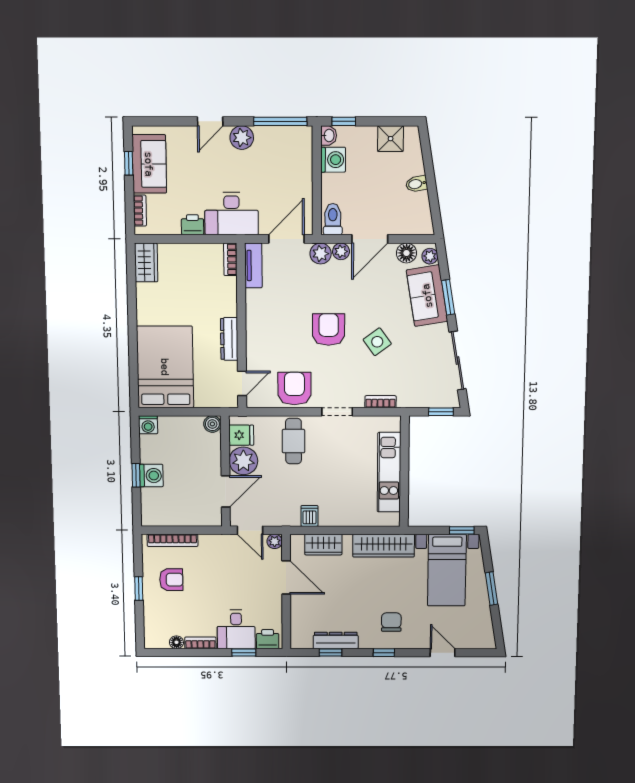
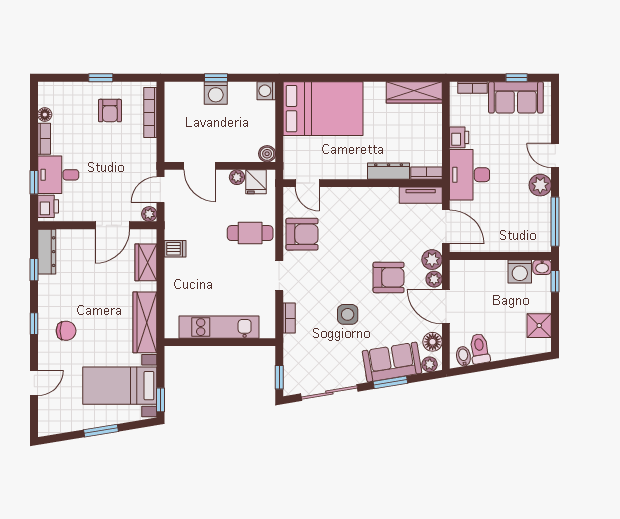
bidet: (417, 184) -> (463, 356), moved
toilet: (333, 219) -> (480, 349), moved, turned -99
wardrobe: (146, 262) -> (414, 92), width x1.50
armchair: (329, 330) -> (389, 277), moved
dresser: (229, 339) -> (389, 171), moved
side table: (377, 342) -> (348, 314), turned 36
plant: (243, 461) -> (237, 177), width x0.53, depth x0.53
dresser: (336, 641) -> (47, 252), moved

